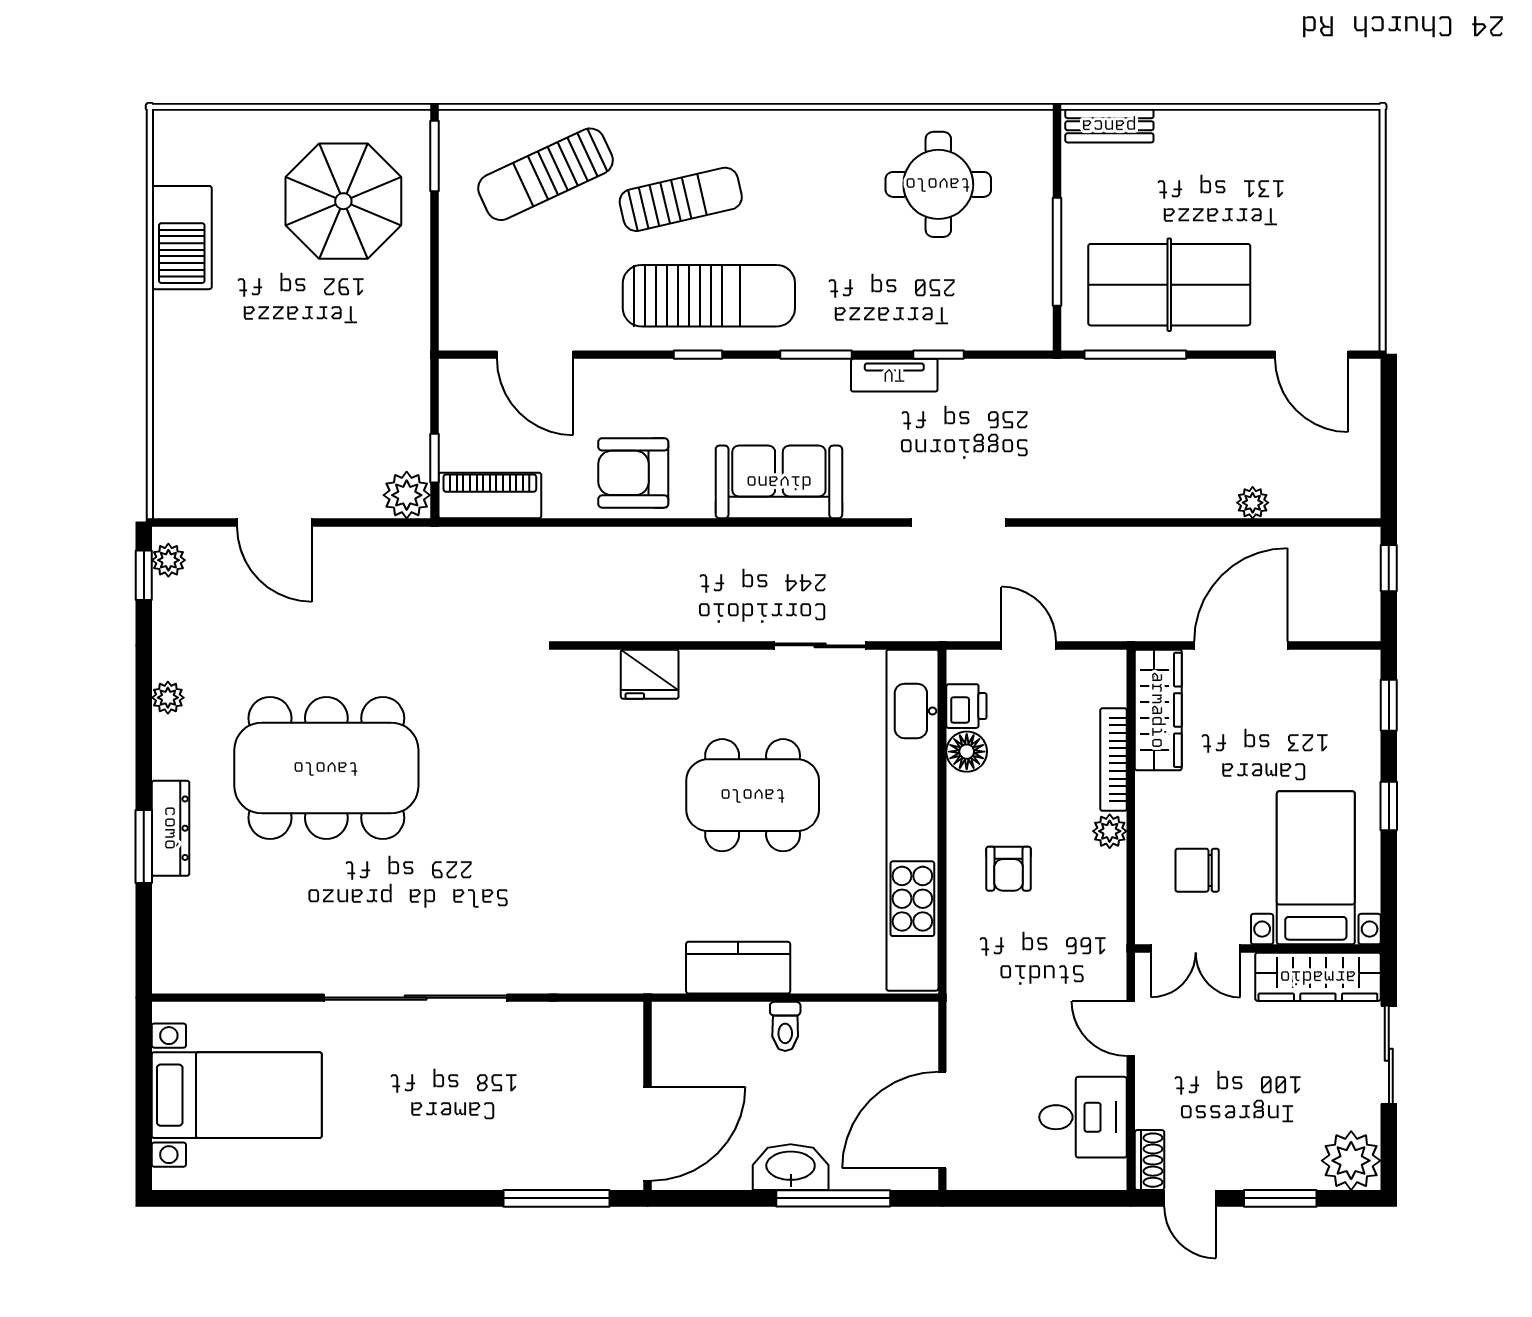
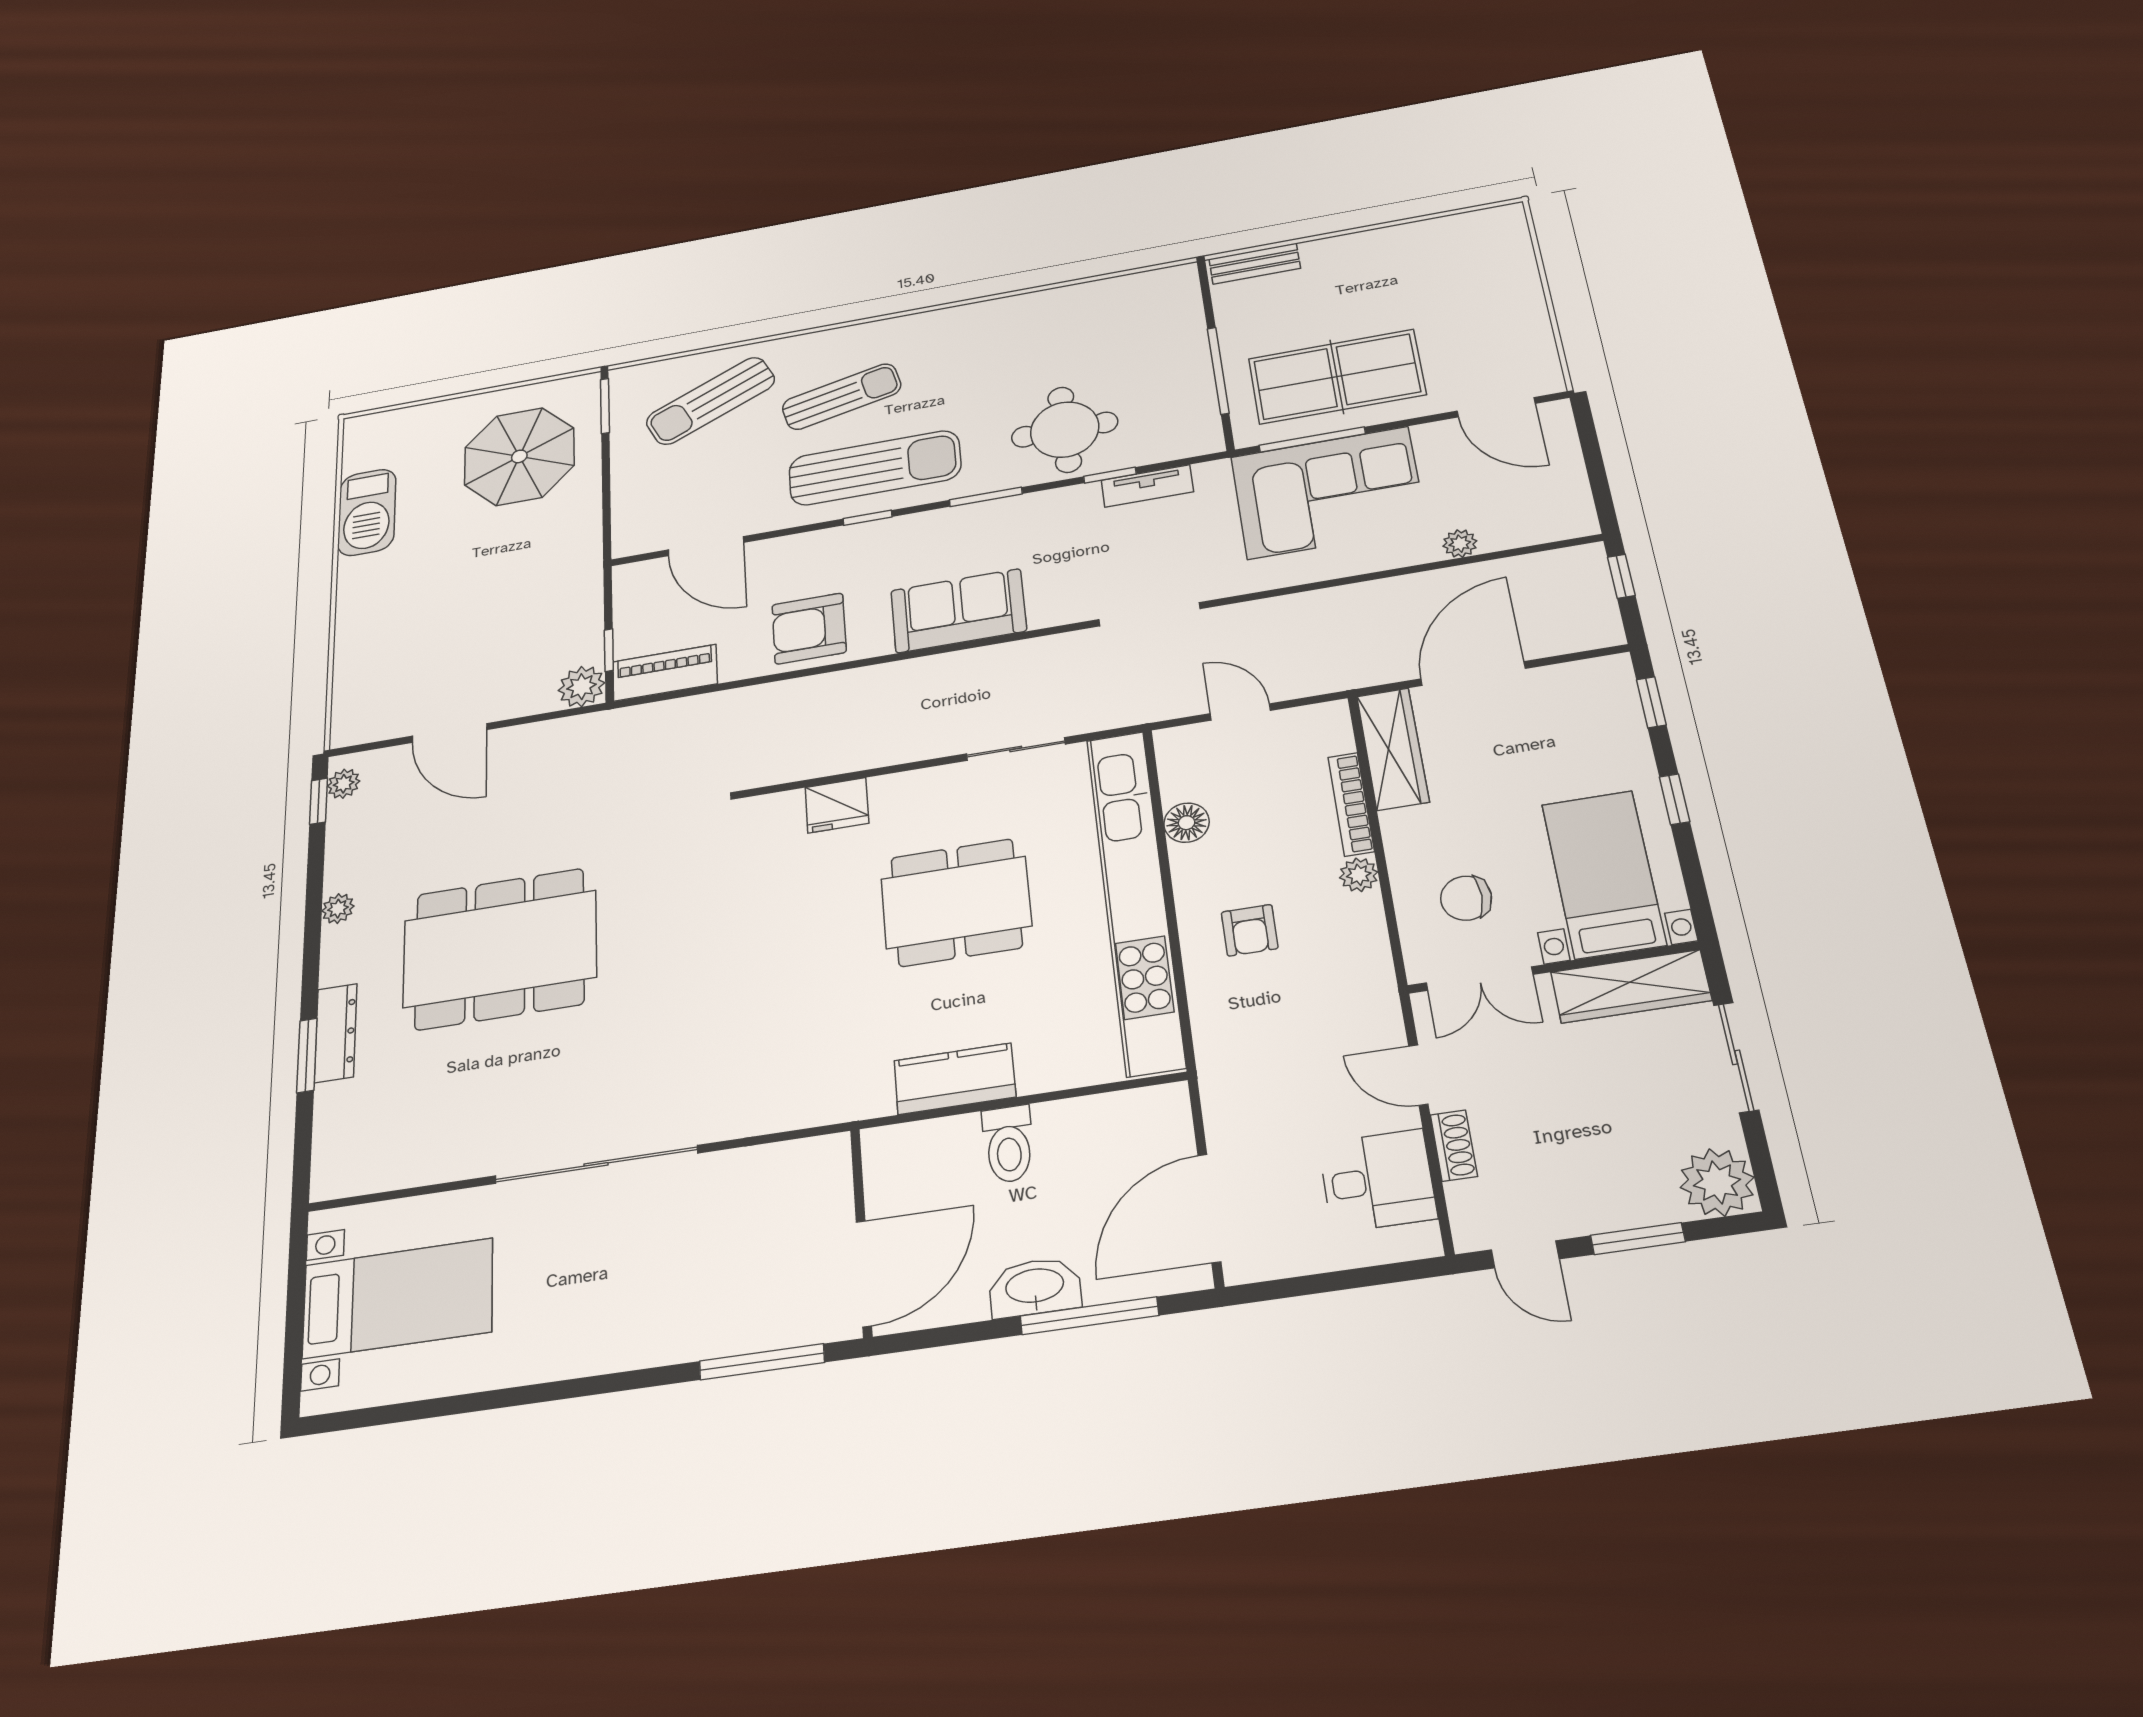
round table: (938, 184) -> (1065, 430), moved
tv unit: (894, 375) -> (1147, 486), moved
corner sofa: (1142, 420) -> (1328, 493), added
printer: (966, 706) -> (1180, 779), removed
toilet: (785, 1026) -> (1008, 1144), width x1.37, depth x1.39
shoe rack: (1149, 1160) -> (1454, 1146), moved

